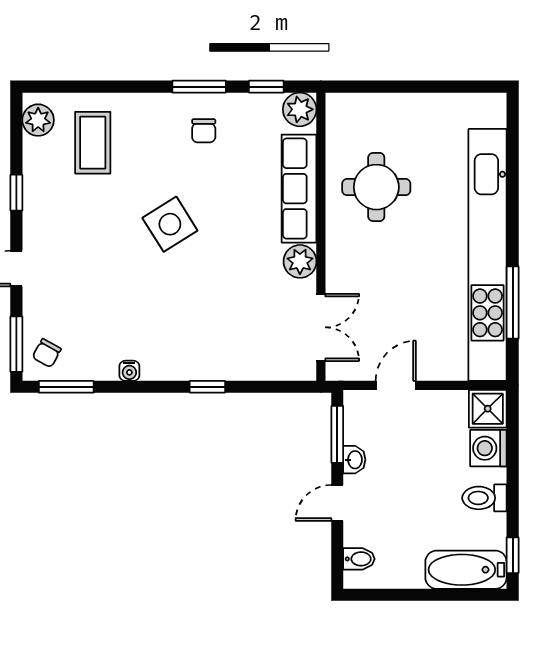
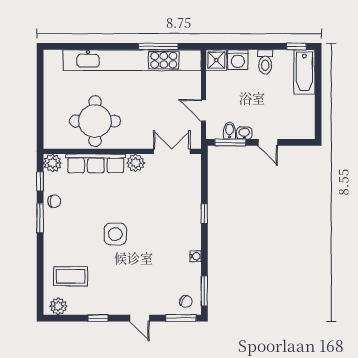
chair: (204, 131) -> (54, 201), moved
round table: (376, 187) -> (95, 121), width x1.36, depth x1.36
side table: (170, 224) -> (115, 234), turned 32
bidet: (359, 559) -> (230, 131), moved

